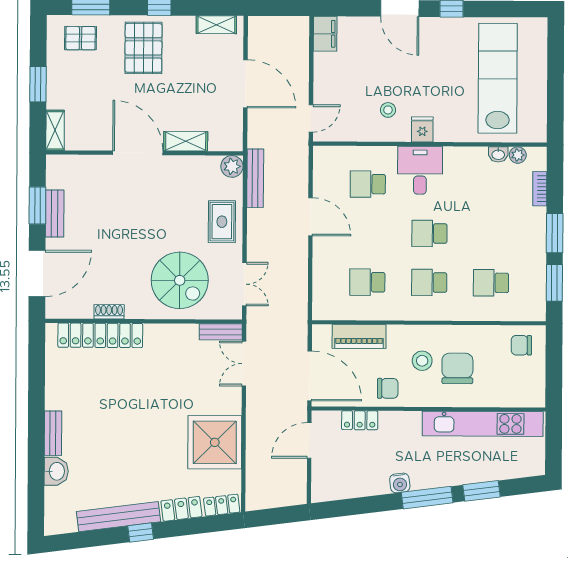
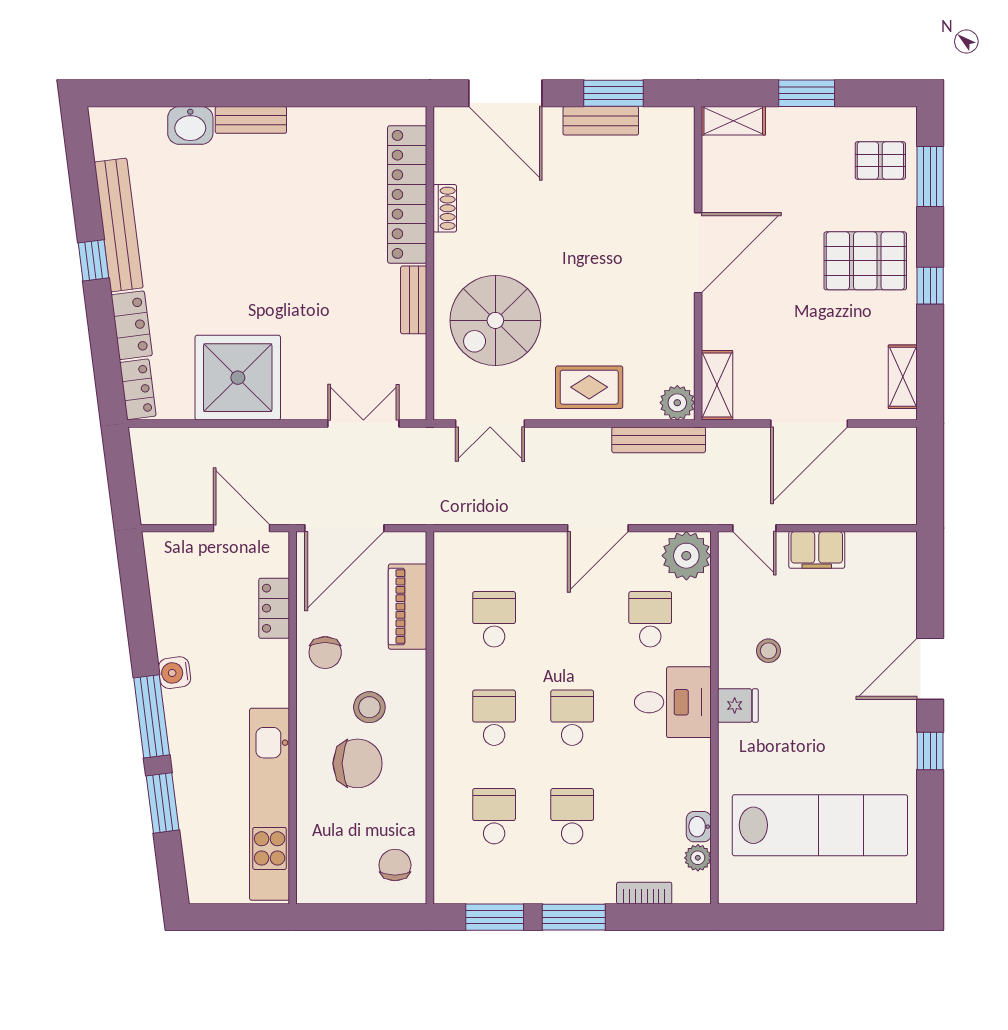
filing cabinet: (325, 34) -> (817, 550), moved
pallet: (80, 38) -> (880, 161), turned 90
shelving: (186, 141) -> (717, 385), moved
plant: (328, 161) -> (686, 556), added
school desk: (491, 234) -> (572, 816), added
bench: (221, 332) -> (414, 300), moved

